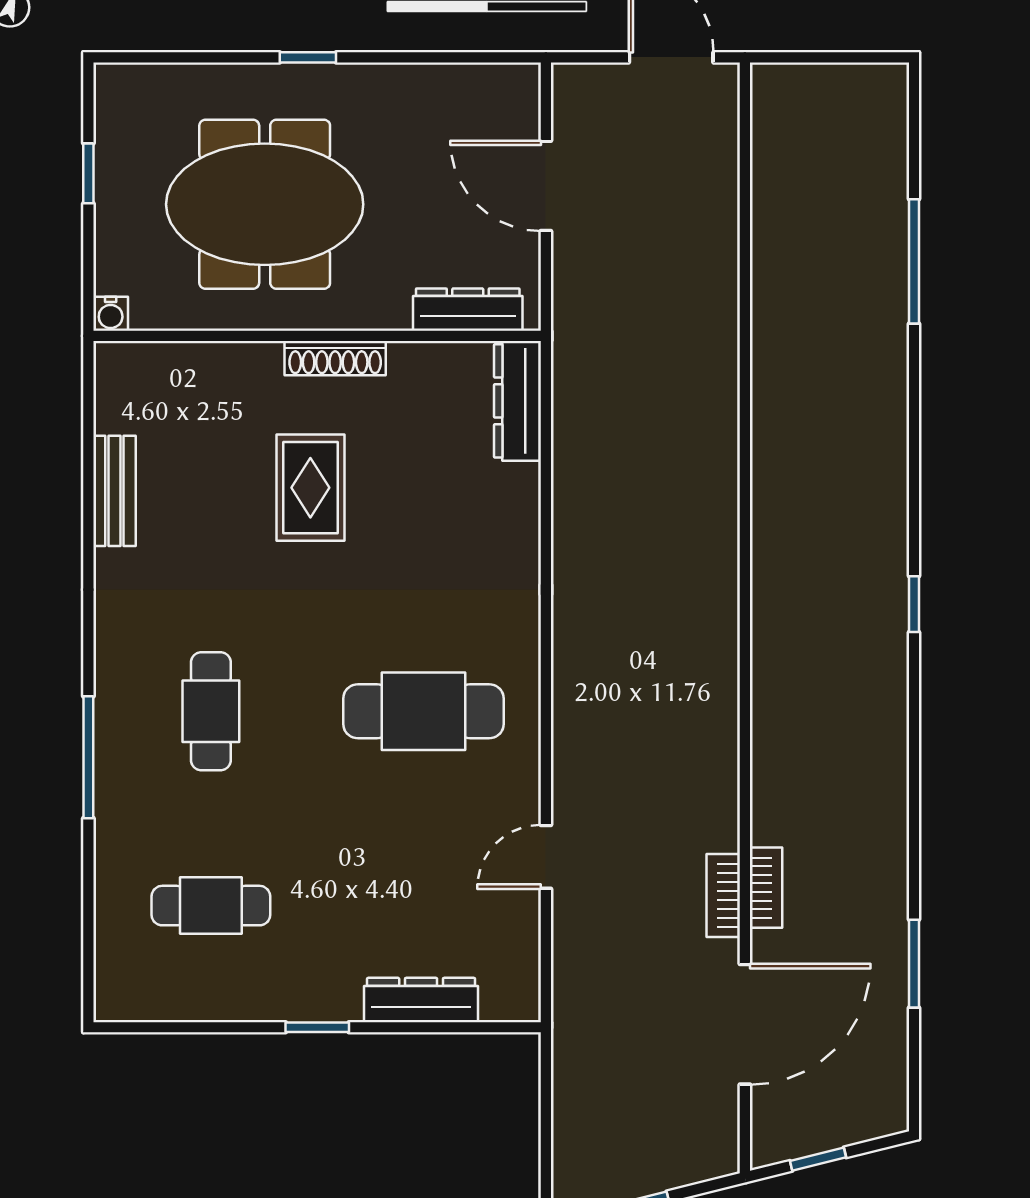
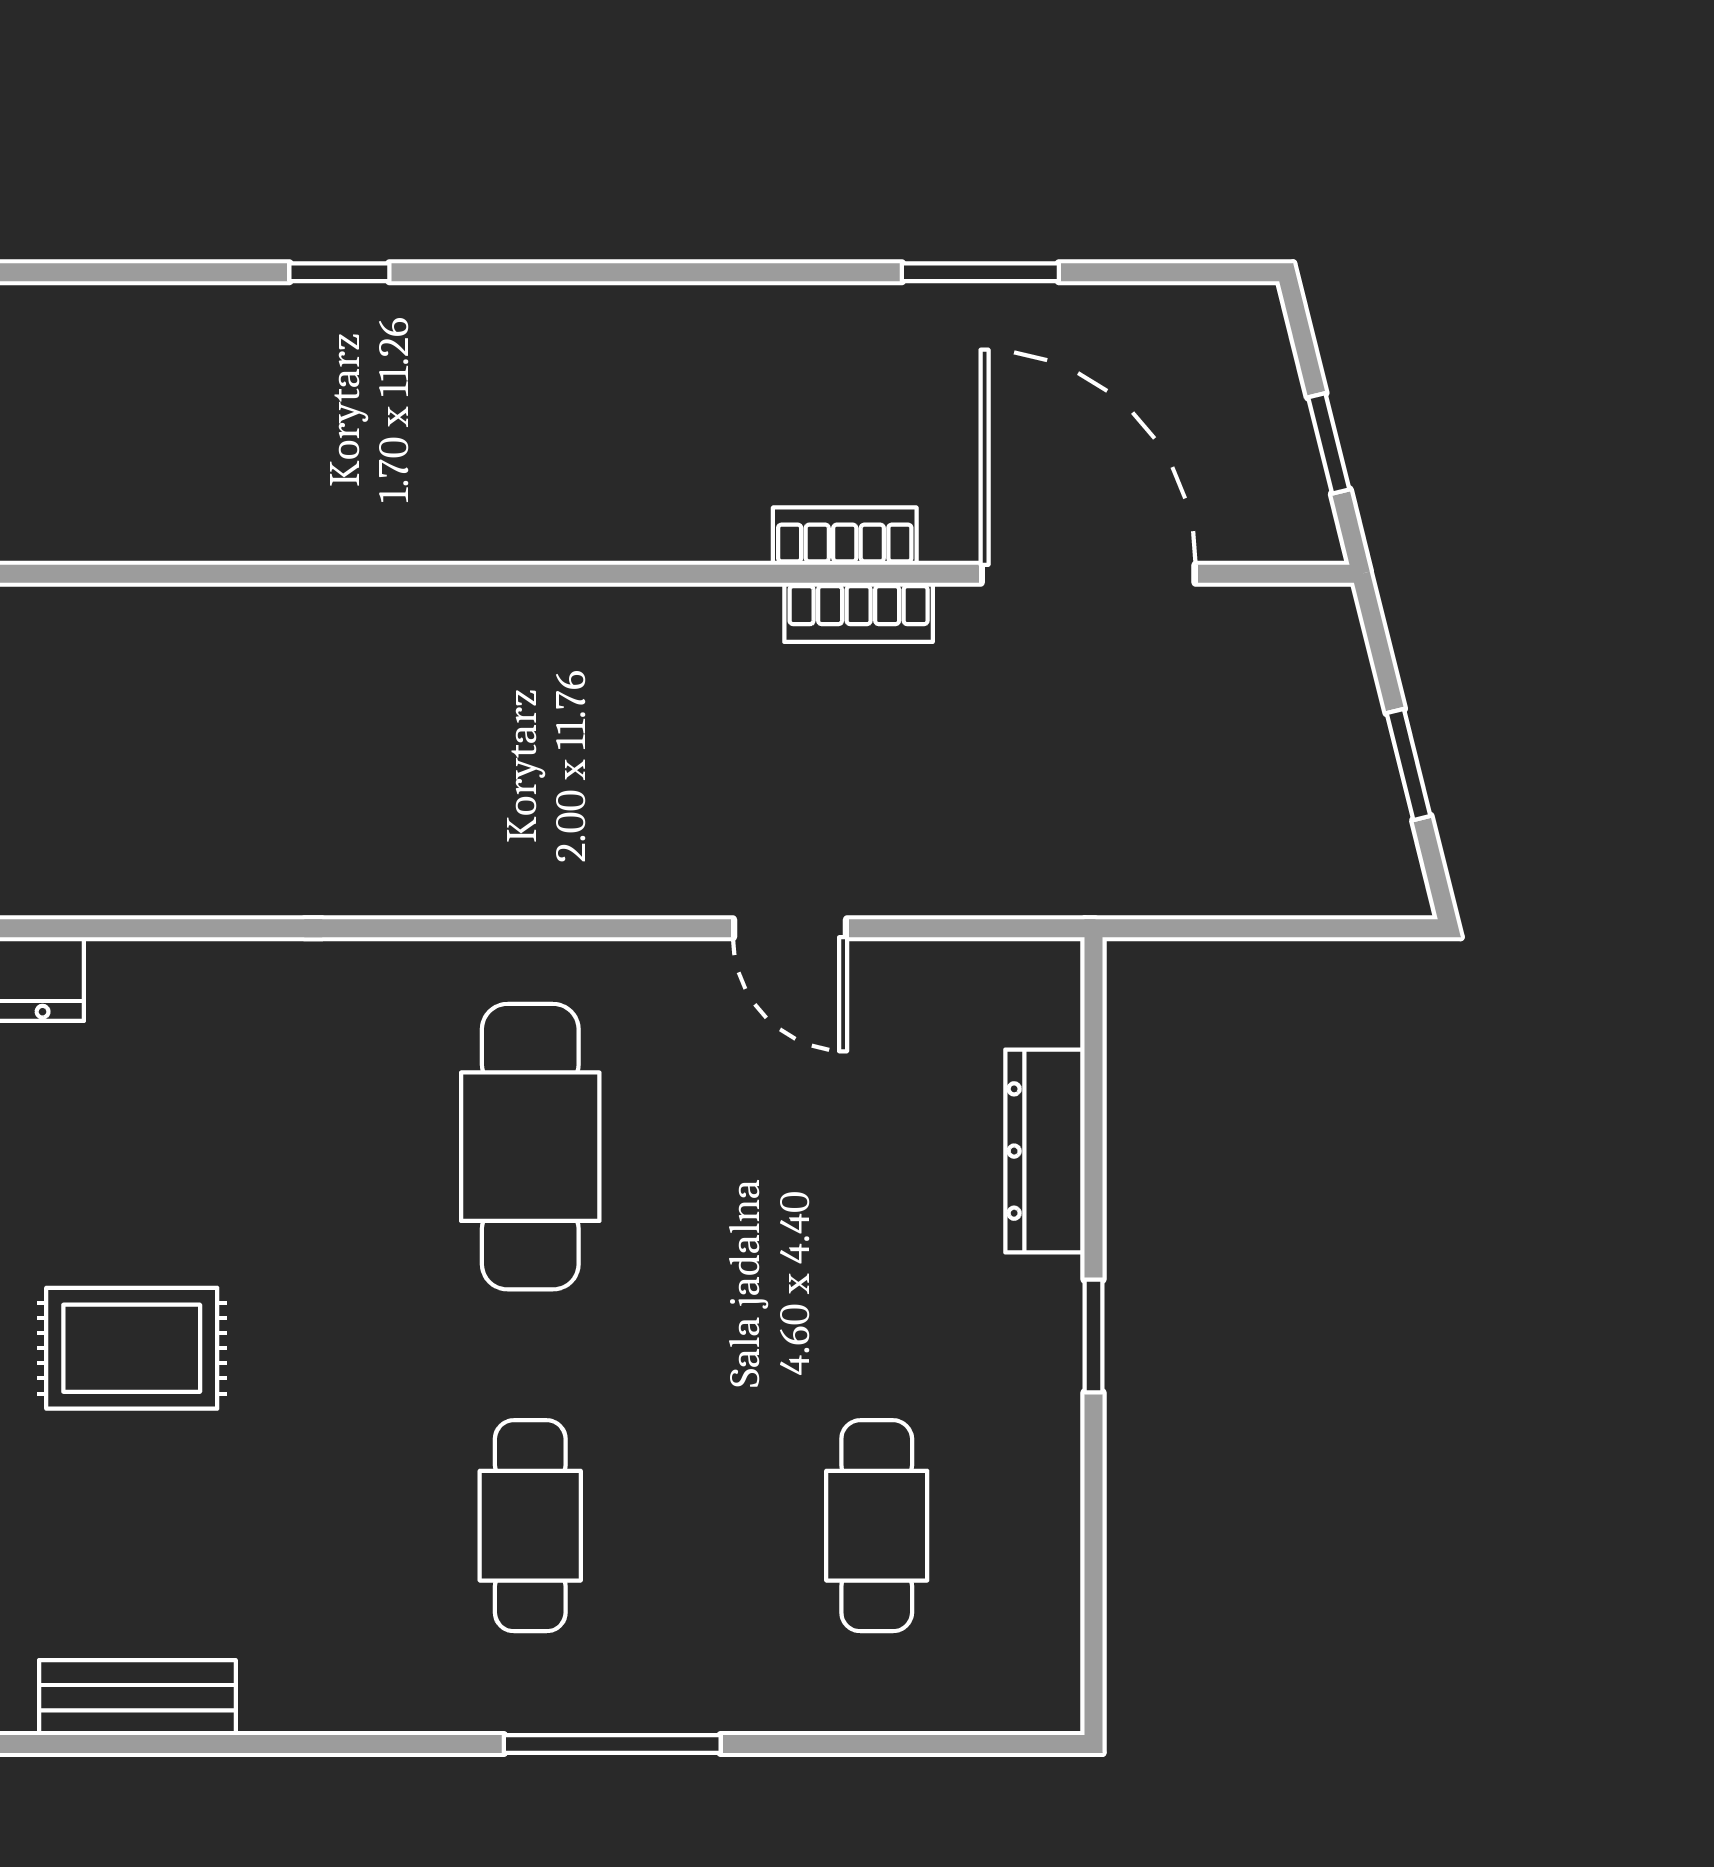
cafe table: (211, 711) -> (530, 1526), turned 90

